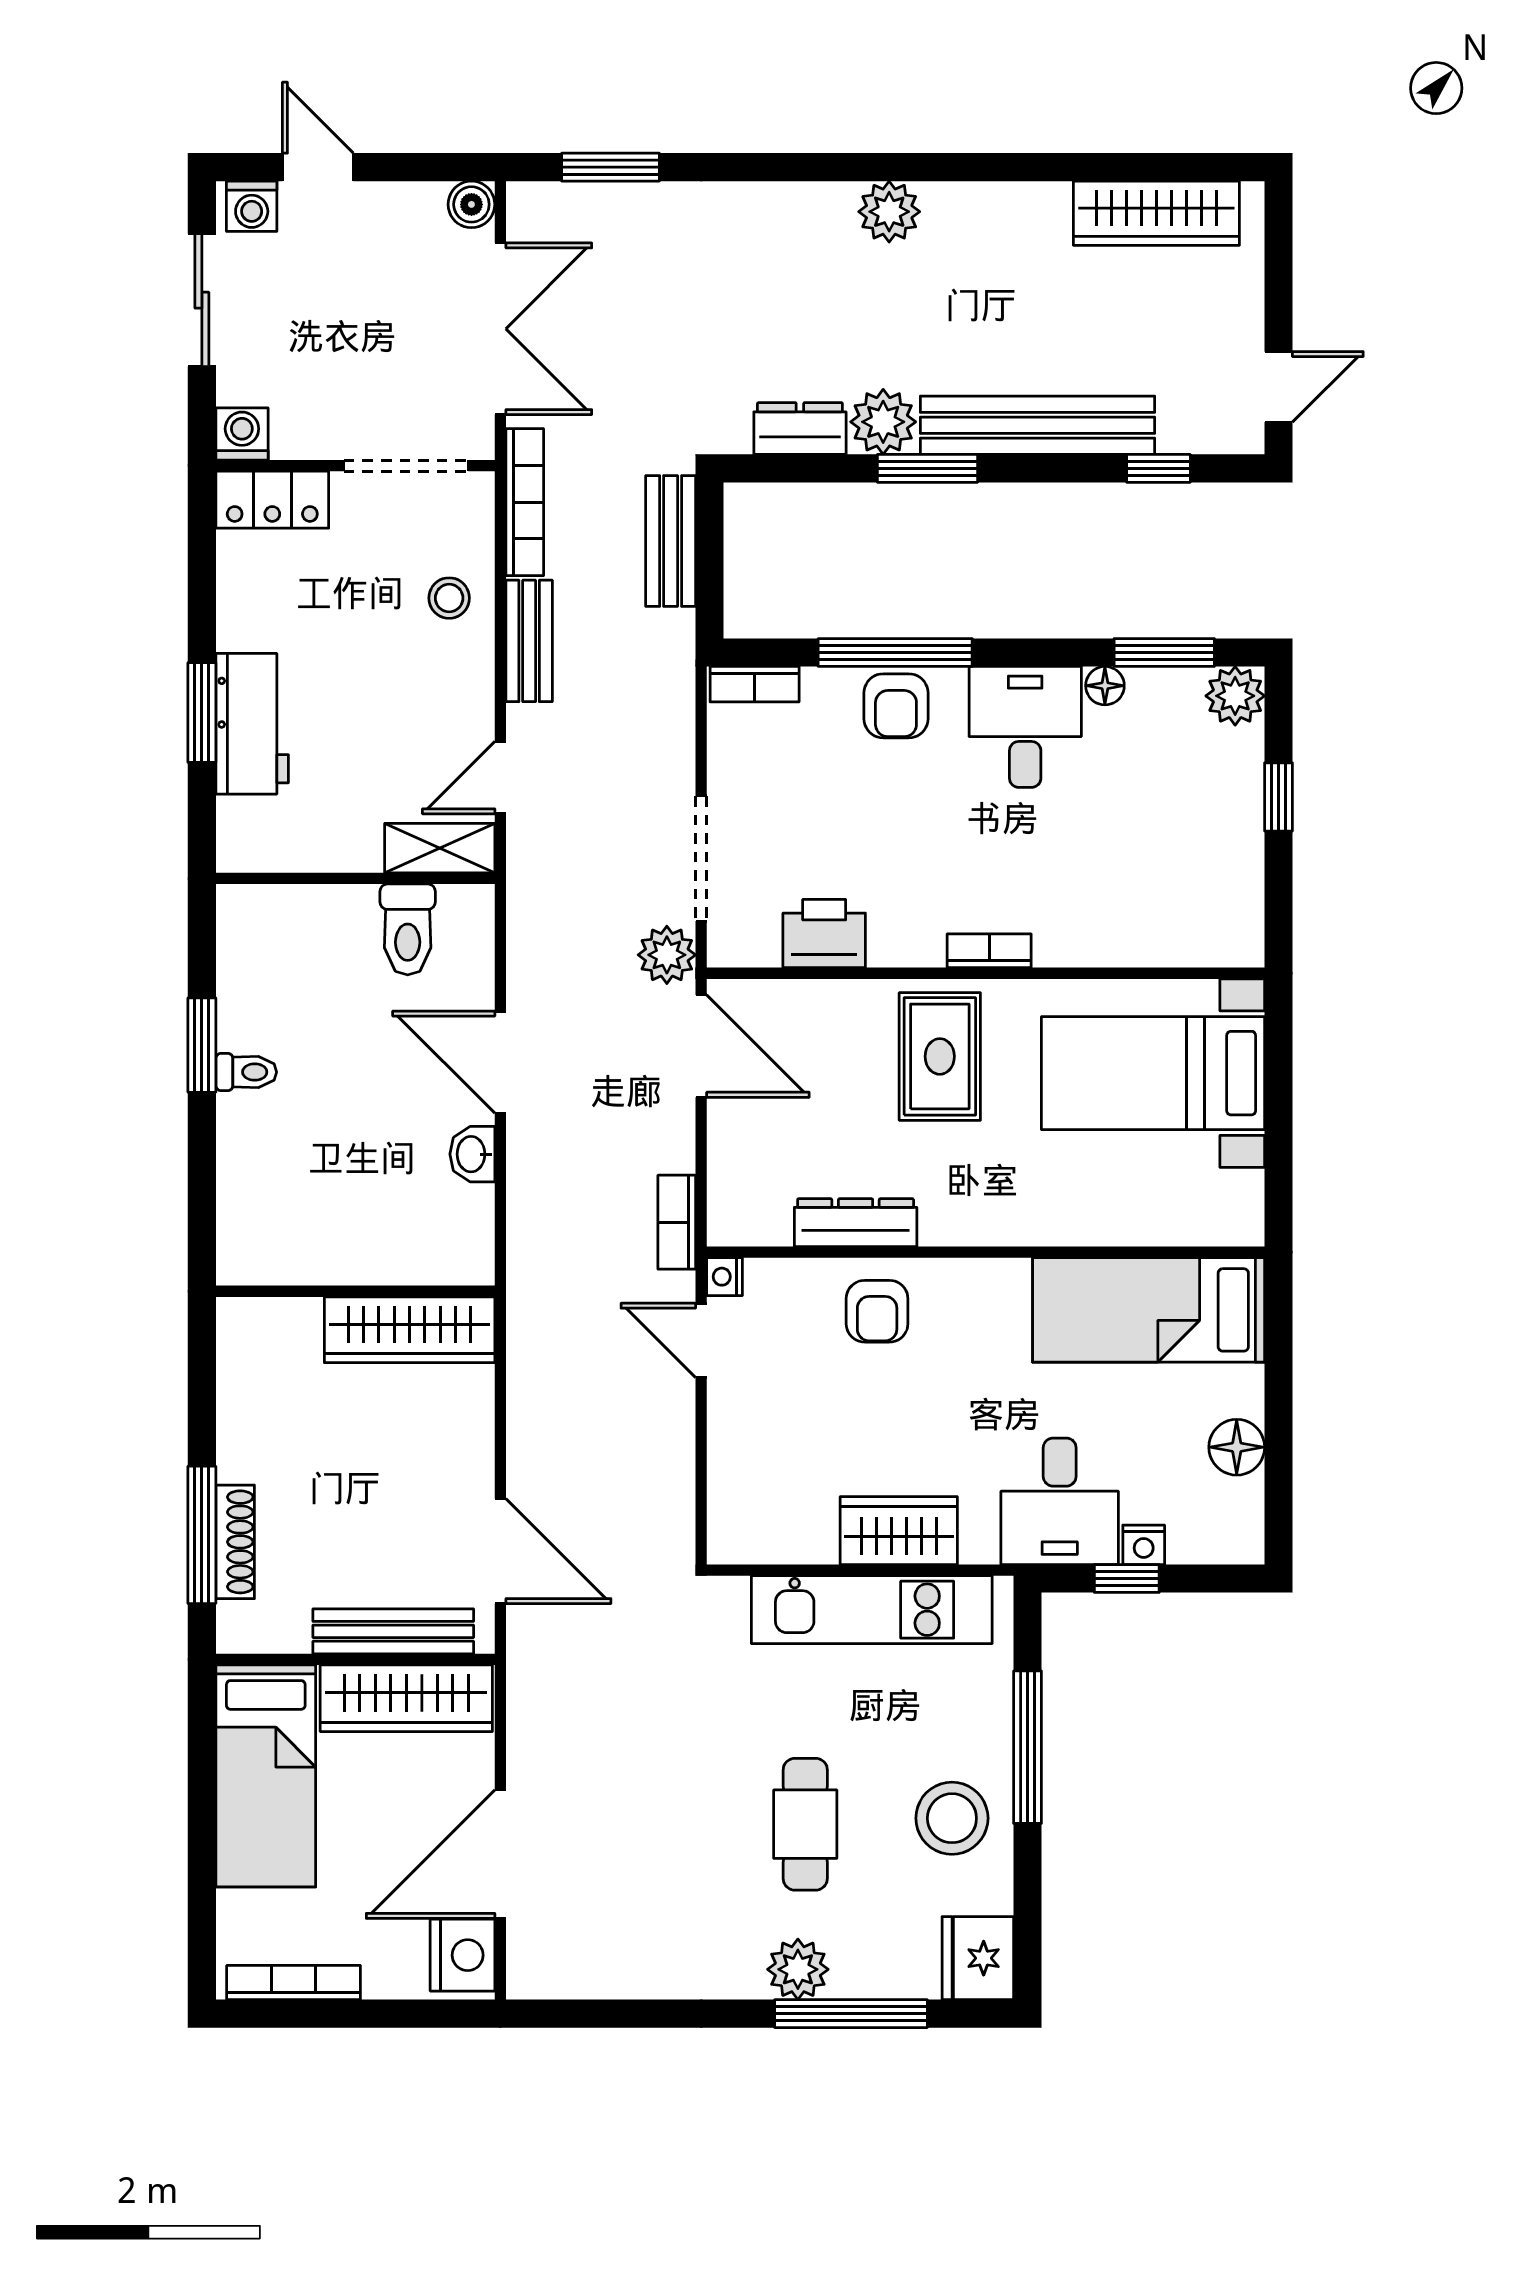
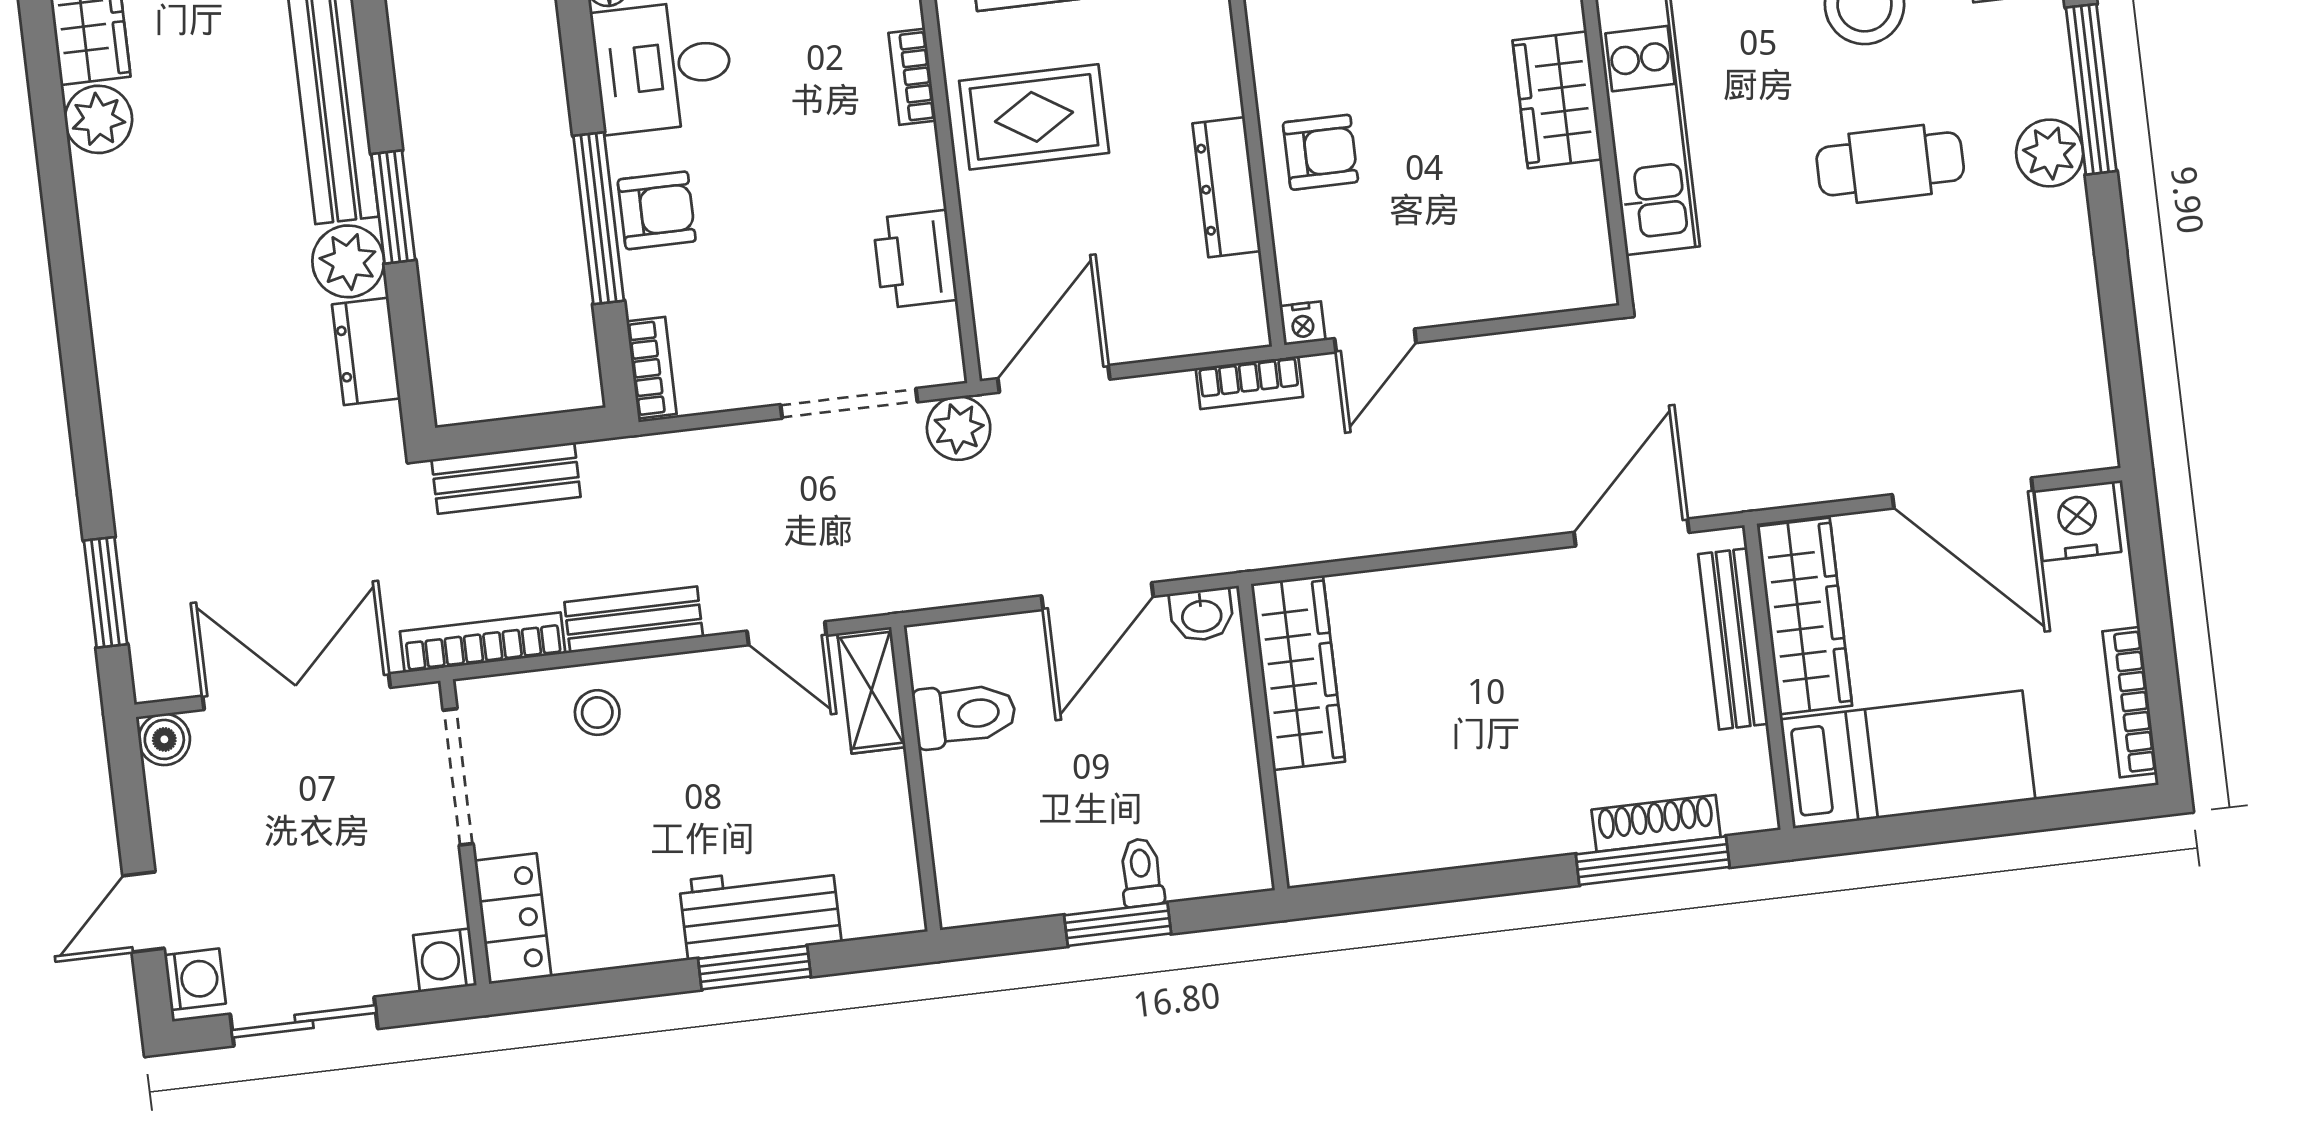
plant: (889, 212) -> (98, 119), moved
wall: (355, 1291) -> (1263, 737), moved
wardrobe: (410, 1330) -> (1298, 673), moved

